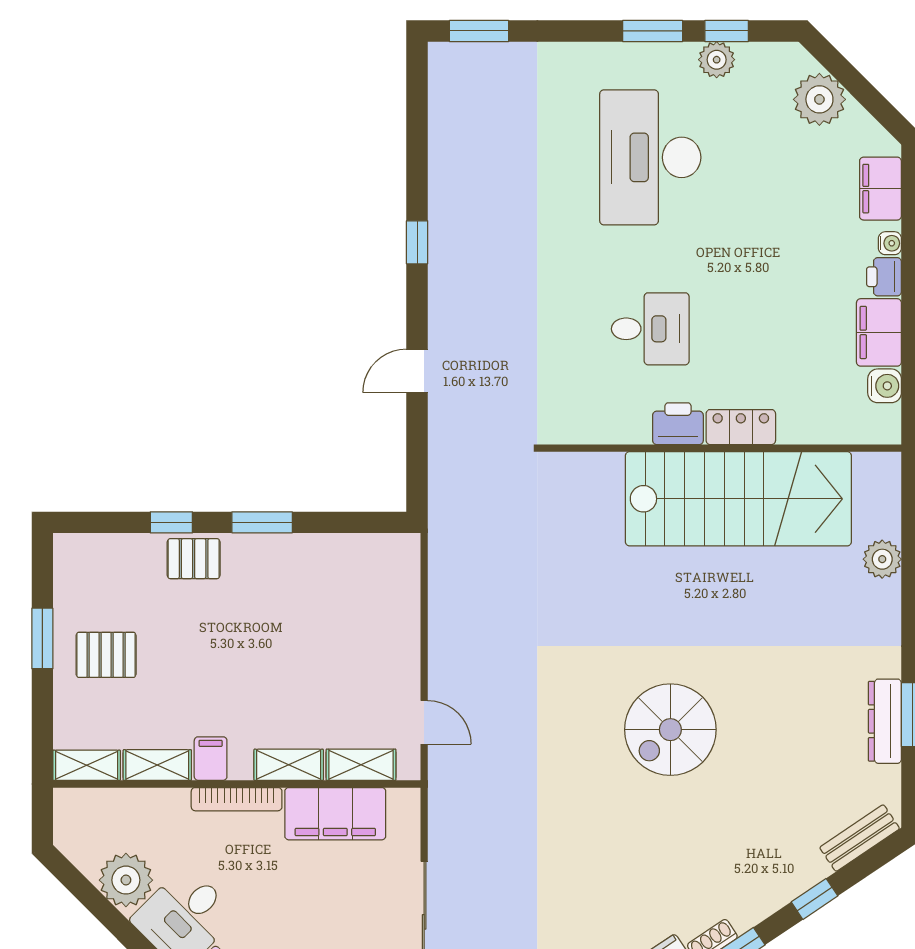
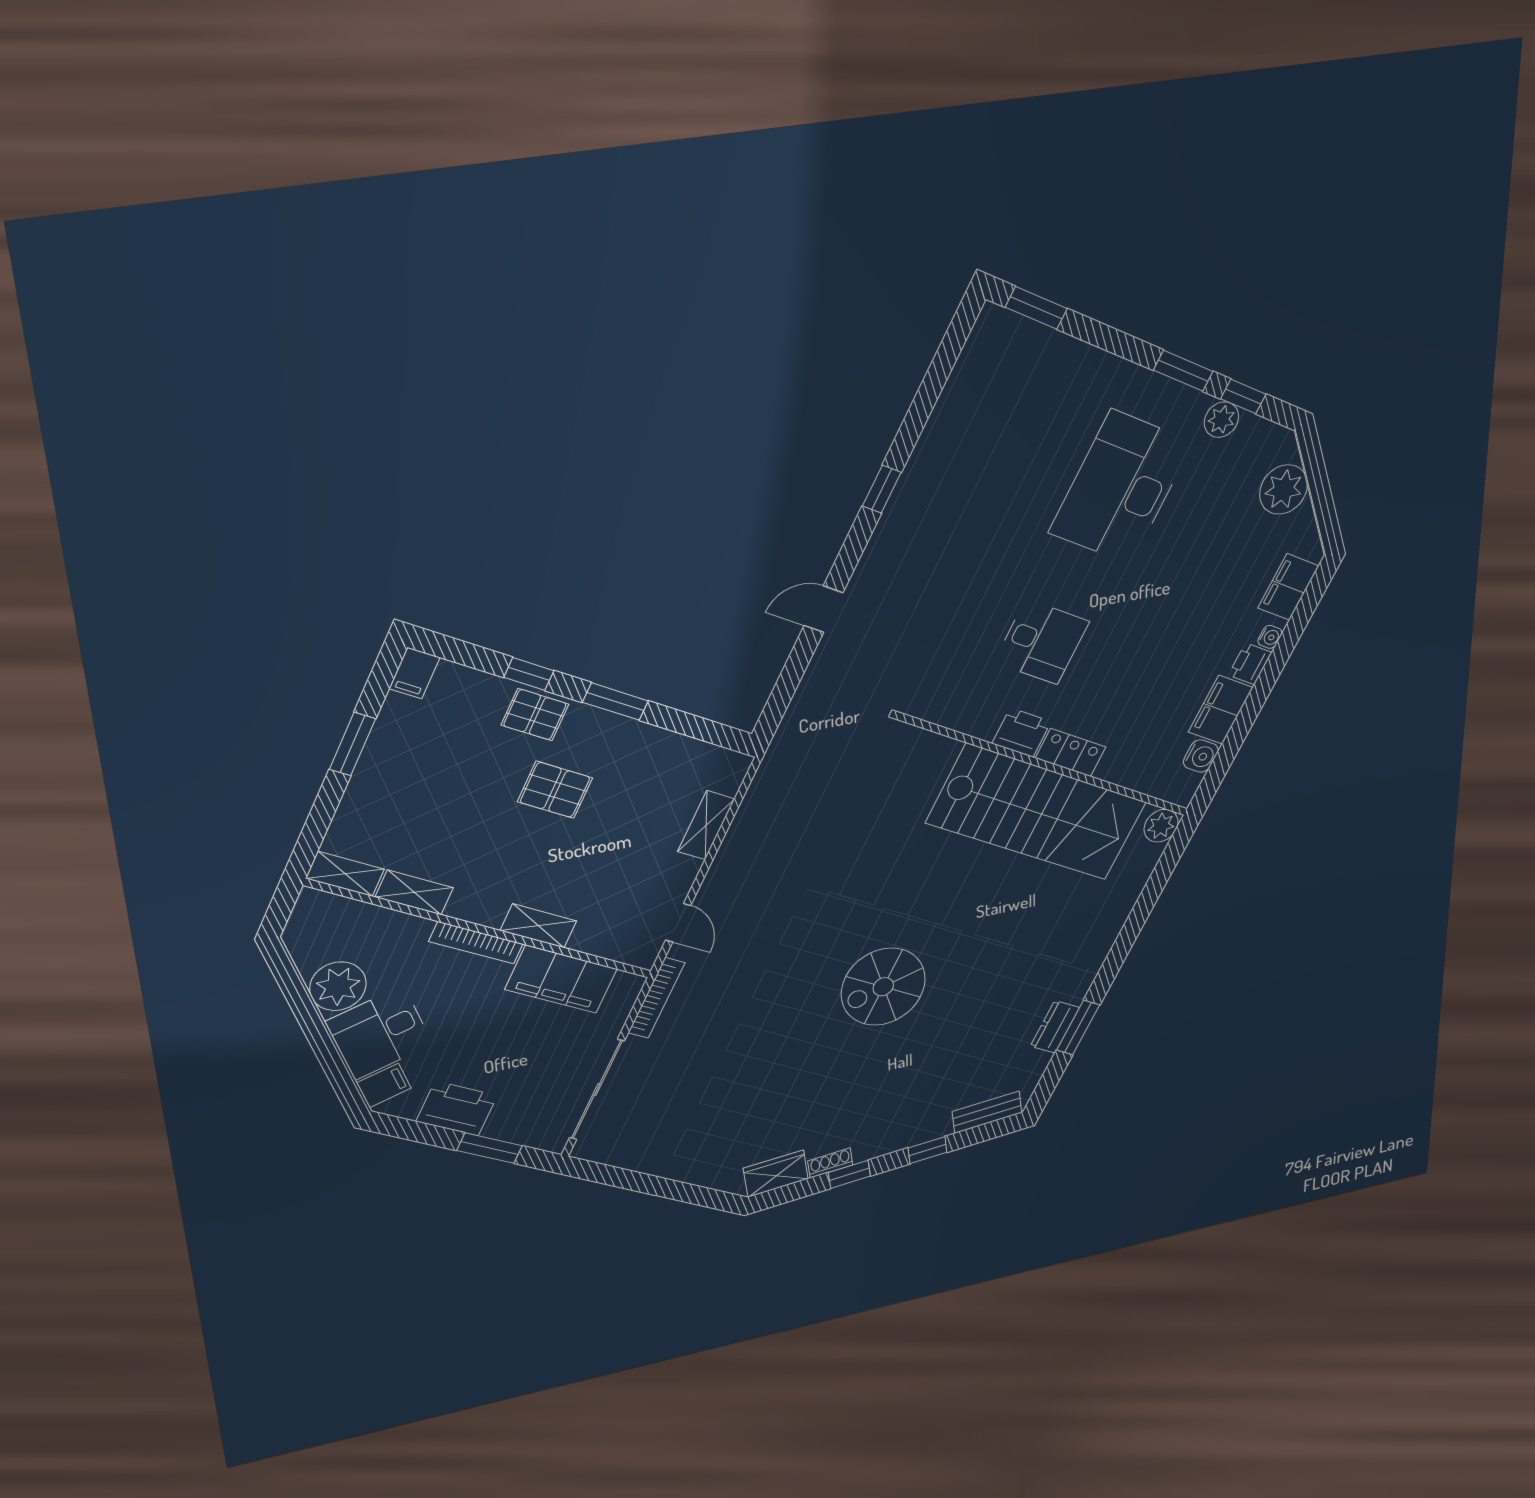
plant: (882, 559) -> (1161, 826), moved
pallet: (106, 655) -> (555, 790), moved
dresser: (885, 721) -> (1055, 1027), width x0.70
filing cabinet: (211, 759) -> (415, 673), moved, turned 180
shelving: (361, 765) -> (706, 825), moved, turned 90
bookcase: (439, 807) -> (656, 998), added

